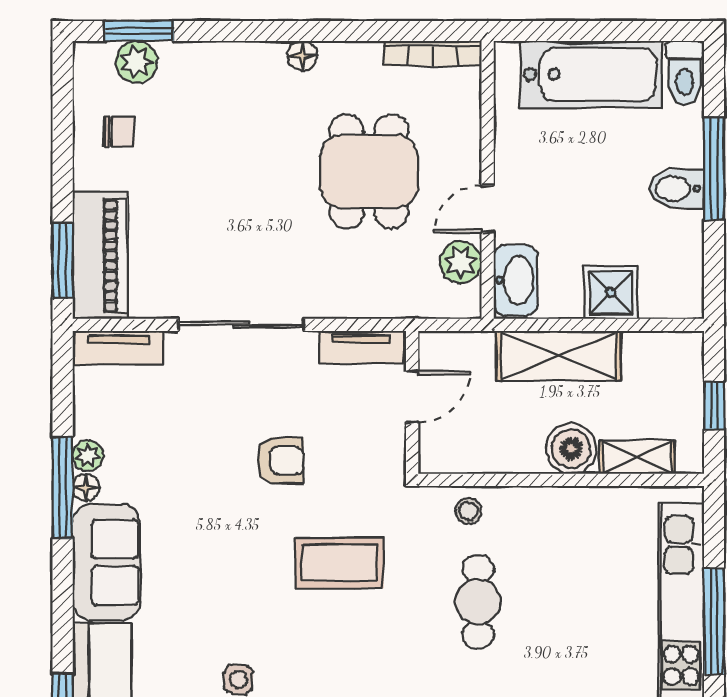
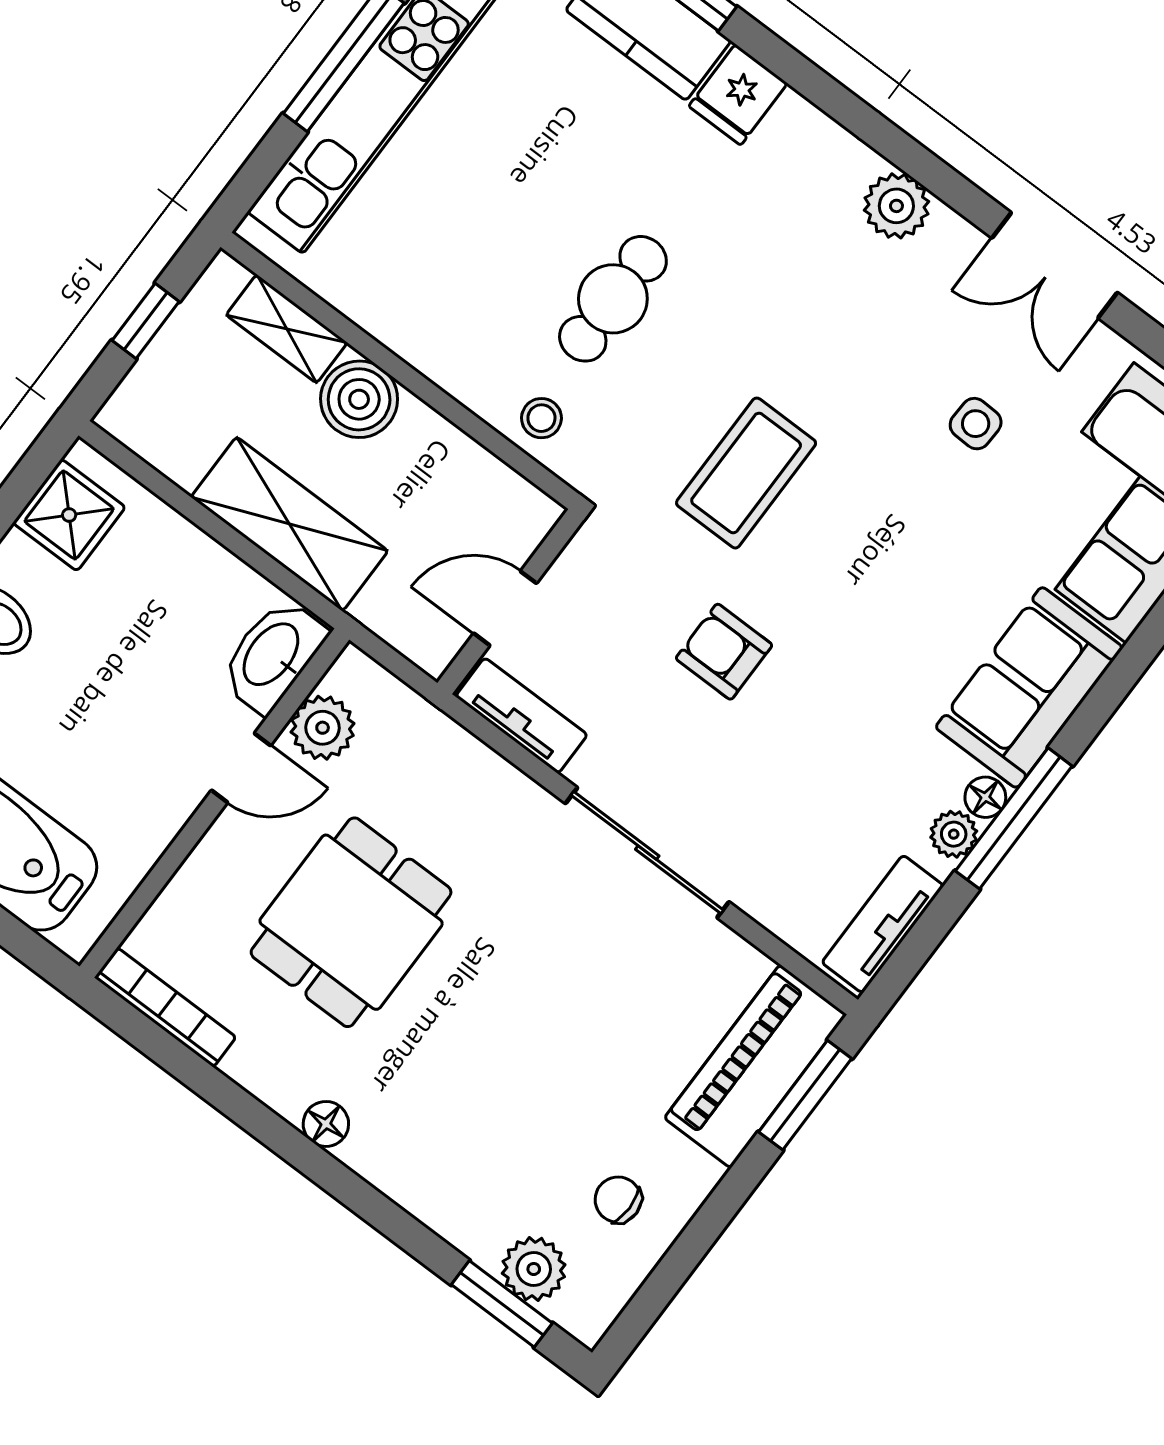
shower: (611, 292) -> (69, 515), moved
tv unit: (119, 348) -> (883, 924), moved, turned -90
coffee table: (339, 563) -> (746, 473), turned 90

